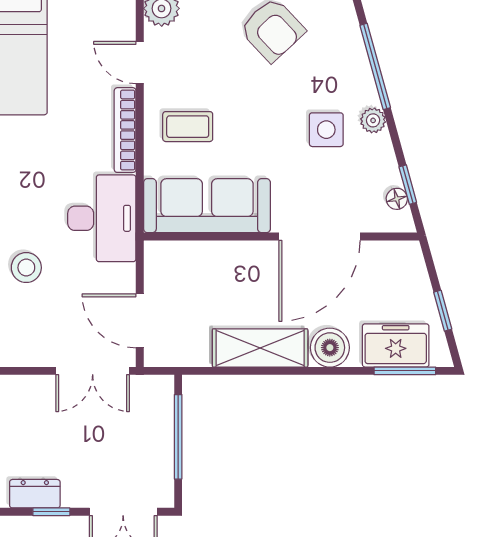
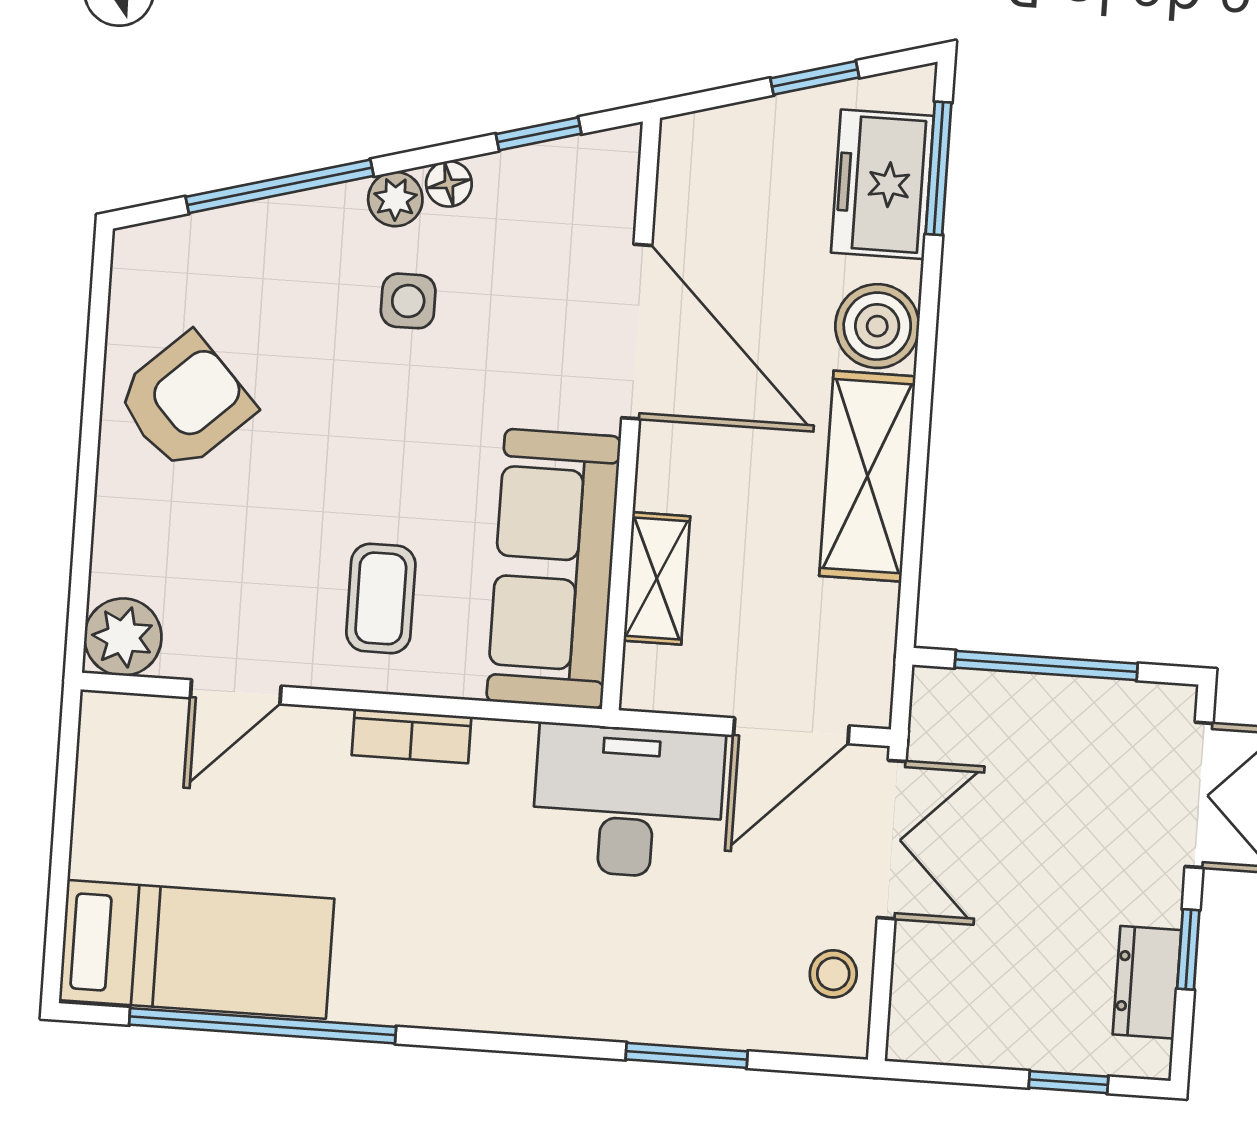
bookcase: (125, 130) -> (412, 736), width x0.64
side table: (326, 130) -> (408, 301), width x0.73, depth x0.73
floor lamp: (397, 199) -> (449, 184), moved
desk: (102, 218) -> (628, 801), moved
shelving: (206, 254) -> (657, 578), added
stool: (26, 268) -> (833, 974), moved, width x0.73, depth x0.73

